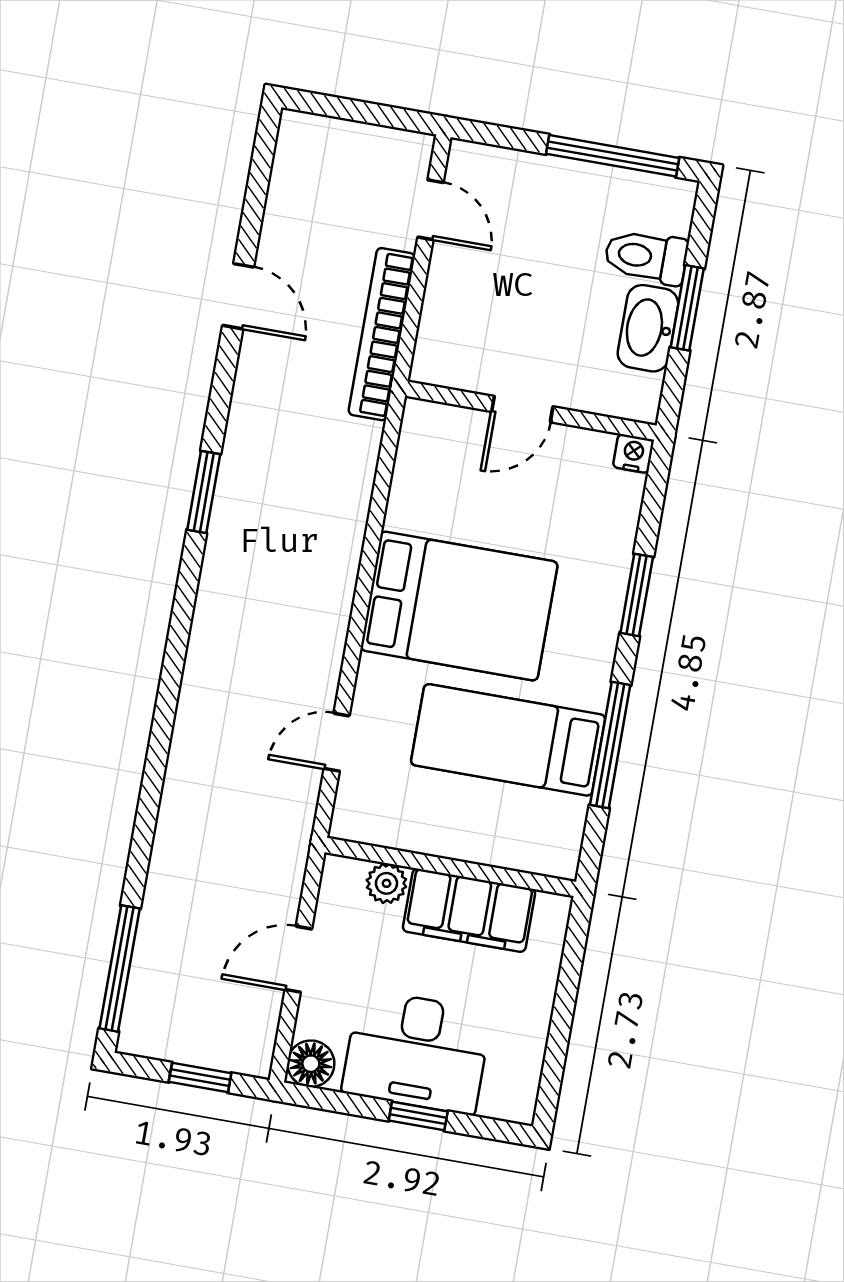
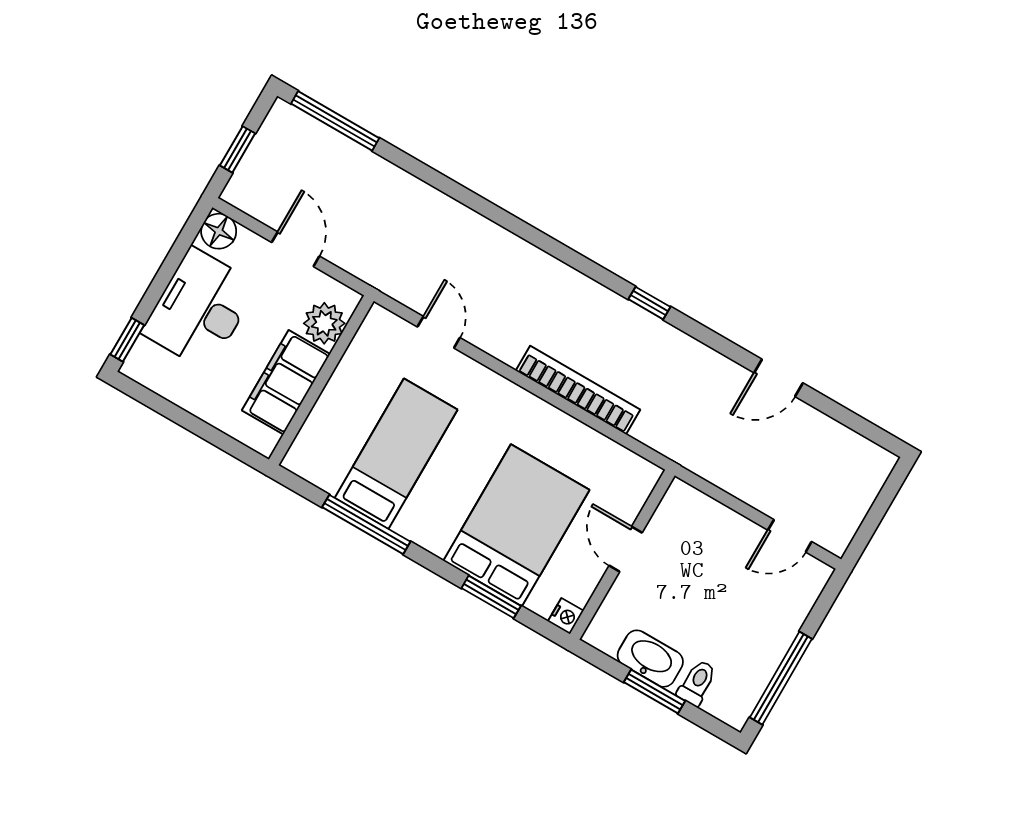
toilet: (646, 257) -> (697, 683), width x0.73, depth x0.72
bookcase: (382, 334) -> (578, 390), moved
window: (204, 492) -> (649, 303), width x0.67
window: (637, 595) -> (491, 597), moved
bed: (459, 606) -> (516, 525), moved, turned 180
plant: (386, 883) -> (324, 323), width x1.38, depth x1.38
window: (418, 1116) -> (127, 340), moved

